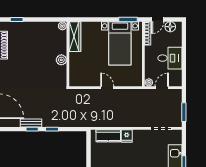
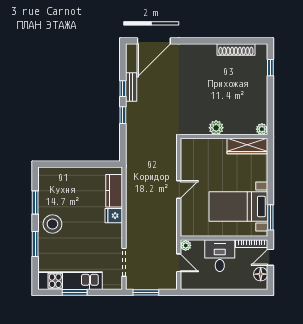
door: (158, 20) -> (270, 257), hinge flipped
desk: (170, 58) -> (220, 256), moved, turned 180

